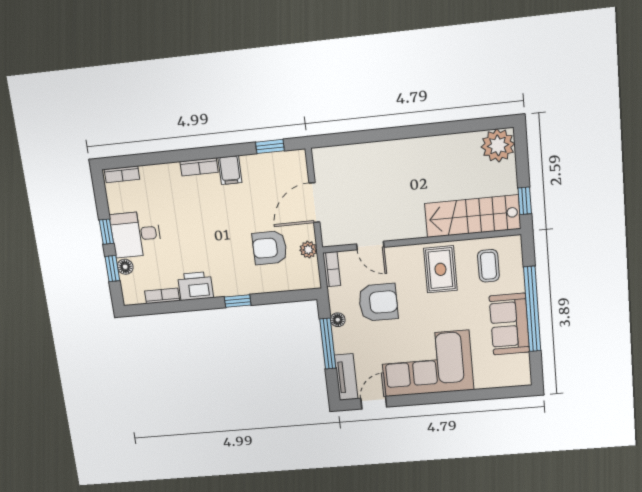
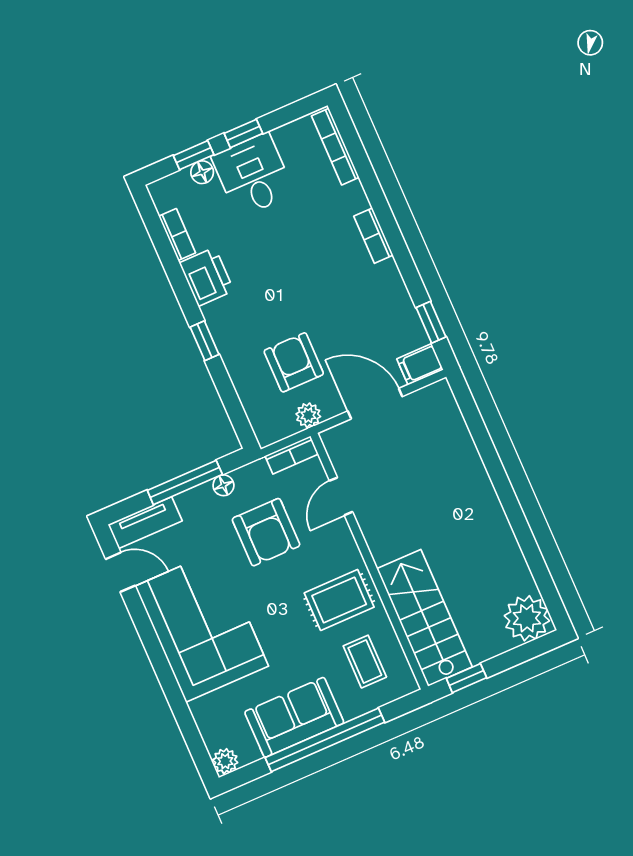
filing cabinet: (230, 170) -> (420, 364), moved
bookcase: (122, 174) -> (335, 147), width x1.56
coffee table: (488, 266) -> (365, 662), turned 90
plant: (522, 378) -> (225, 761), added

